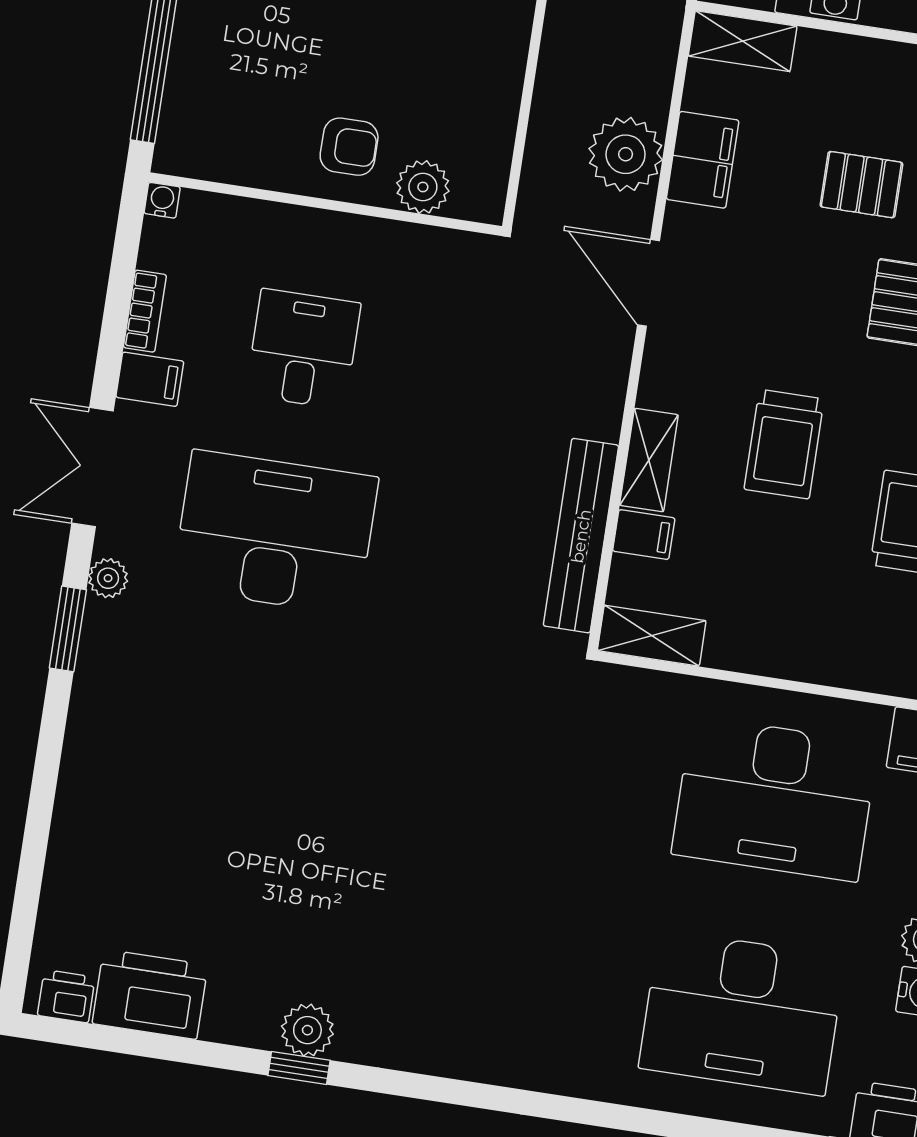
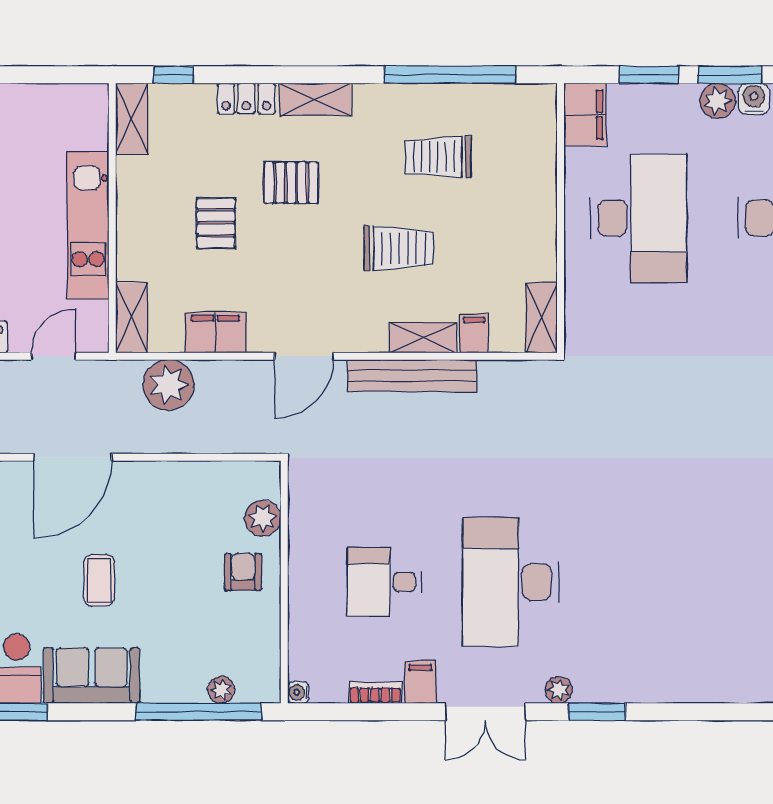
plant: (183, 89) -> (221, 690), added
plant: (626, 154) -> (169, 385), moved
bench: (581, 536) -> (412, 376), moved

